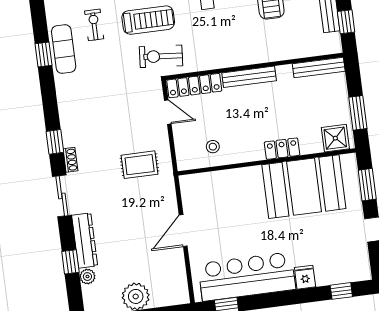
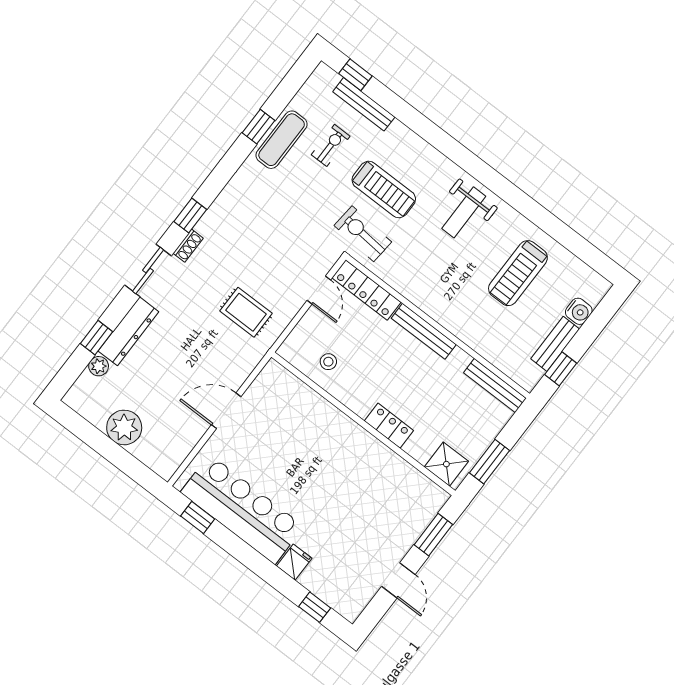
booth: (304, 187) -> (375, 480), removed

